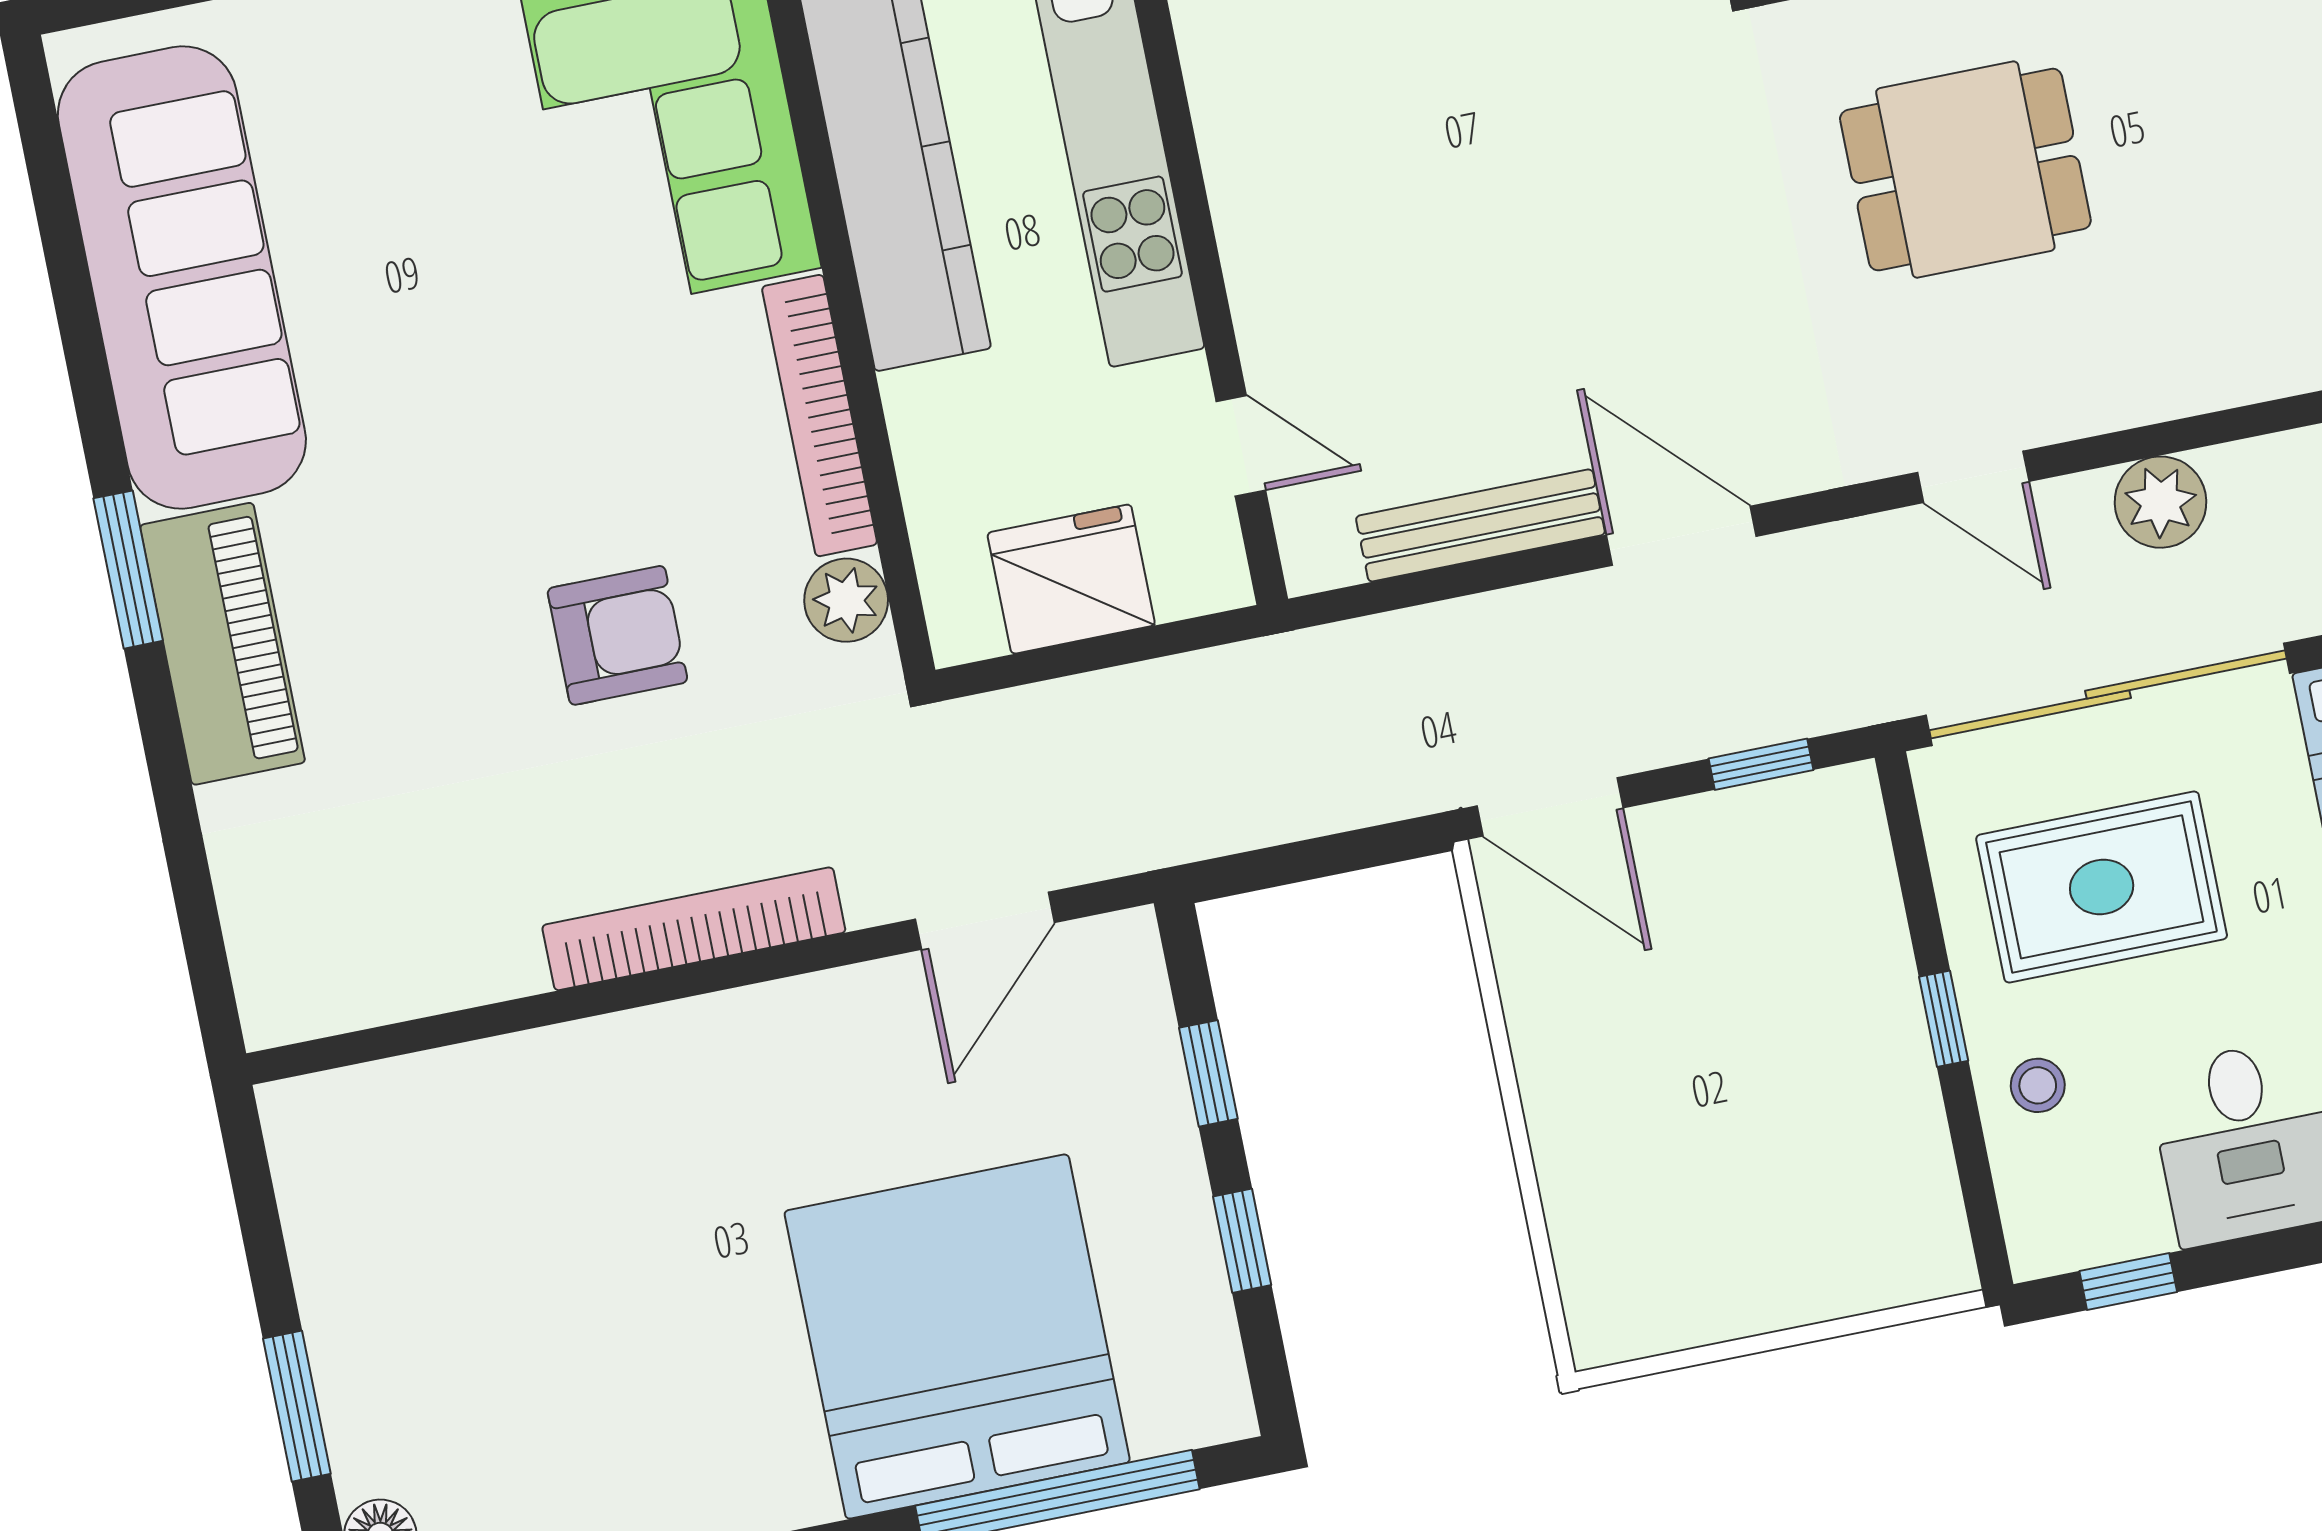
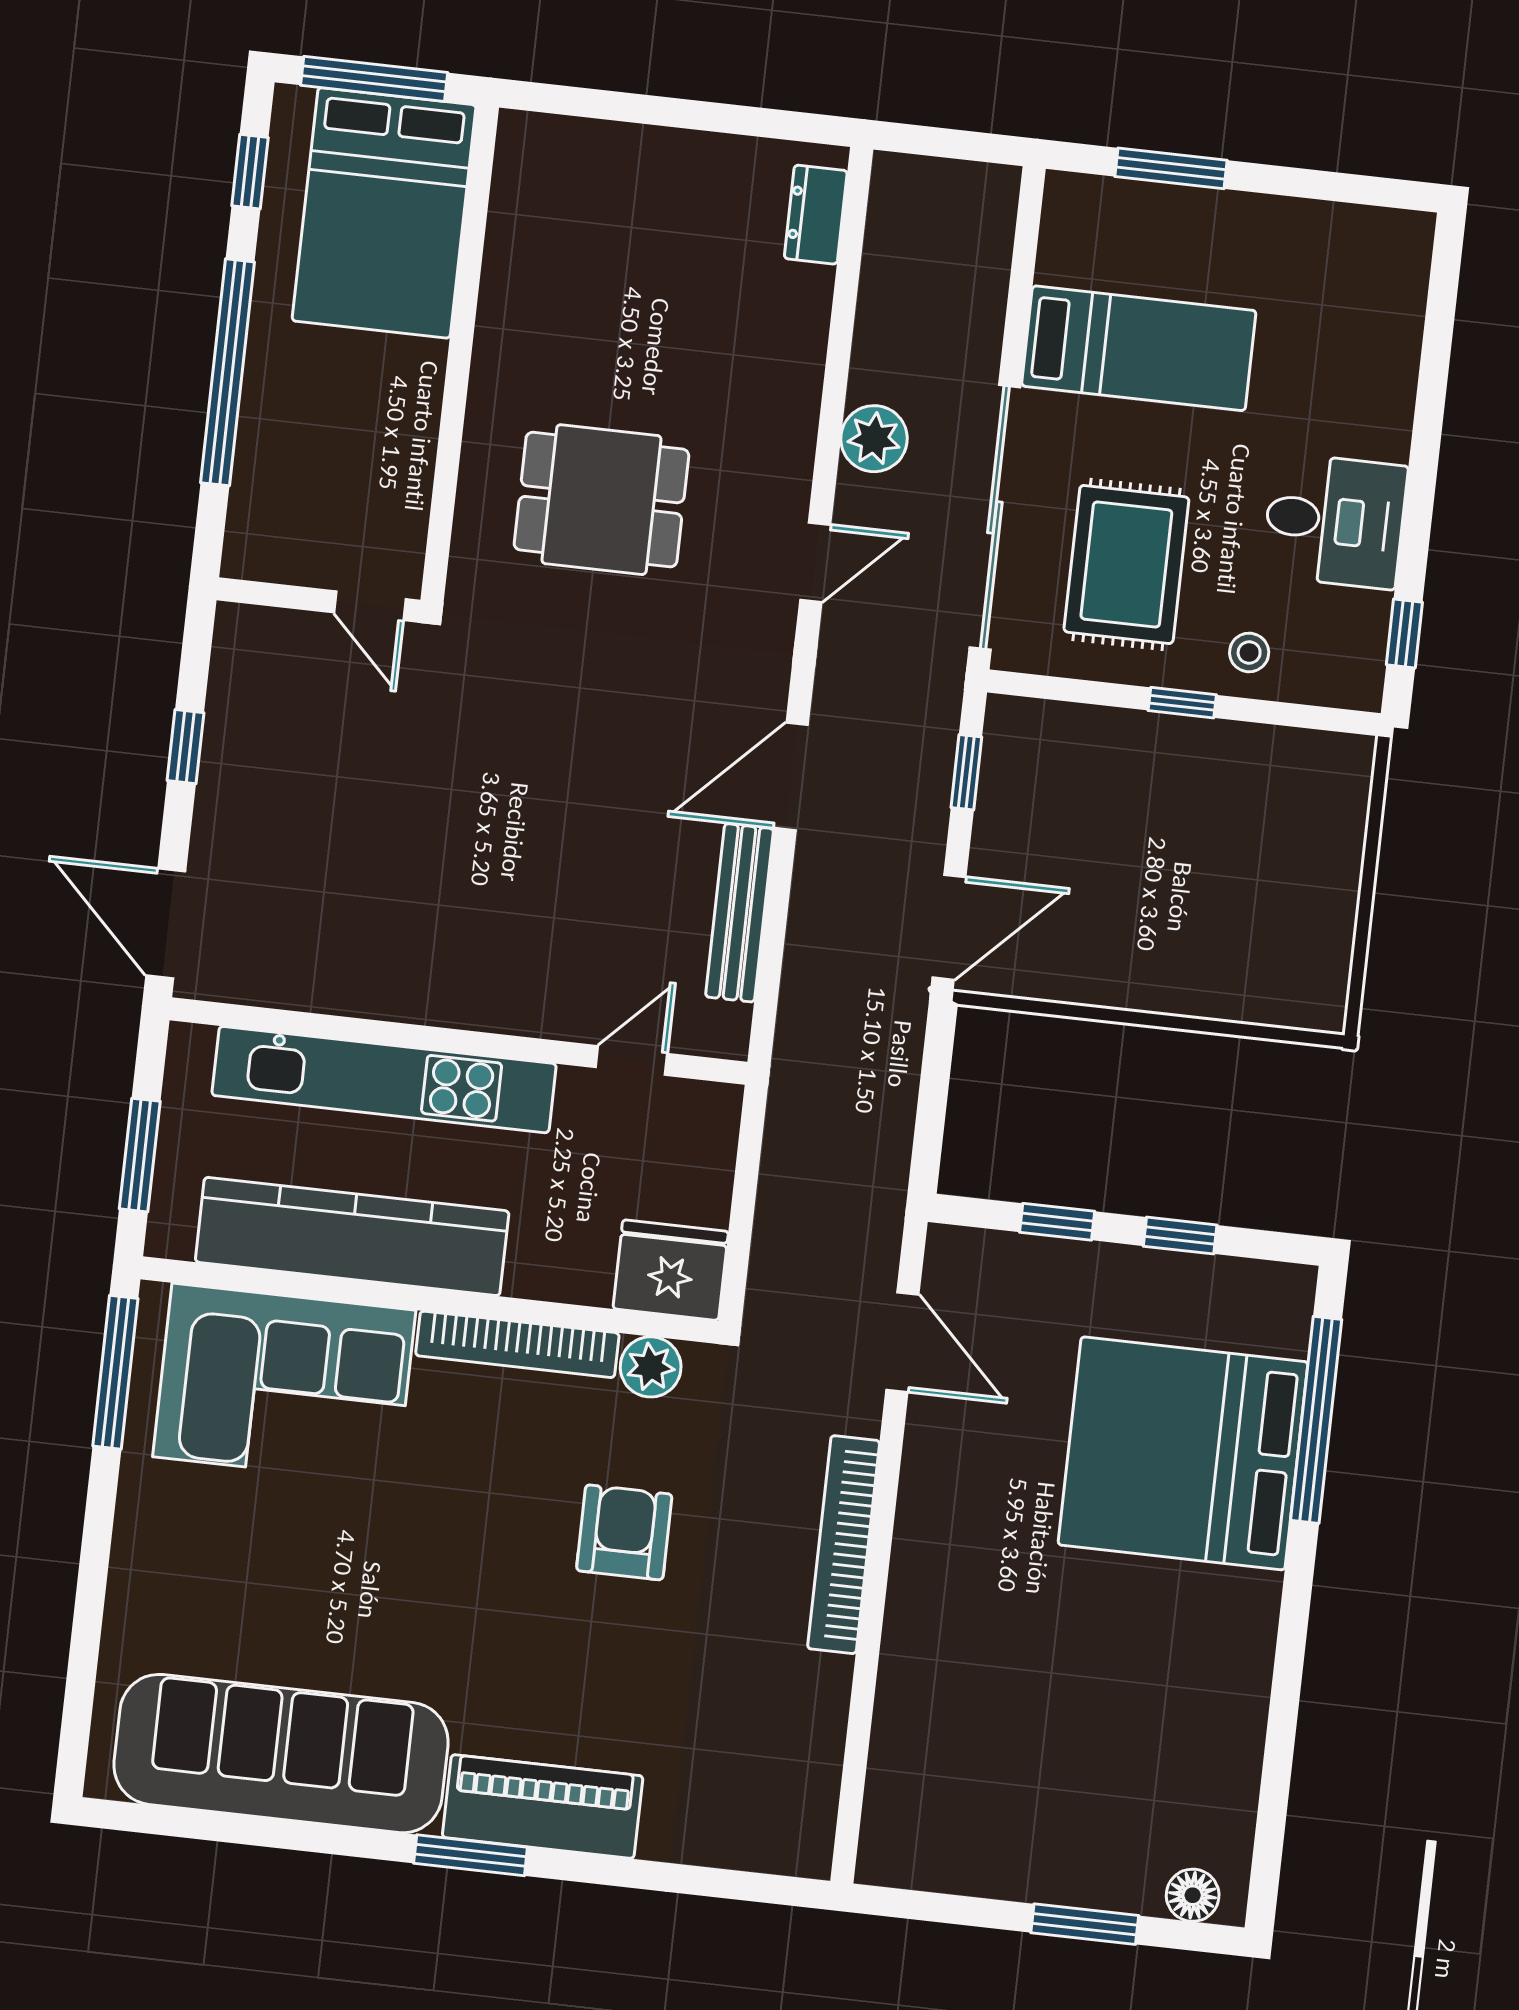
dining table: (1965, 170) -> (601, 500), turned 90
fridge: (1071, 579) -> (671, 1270), moved, turned 90

